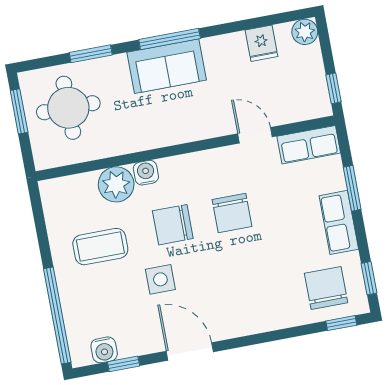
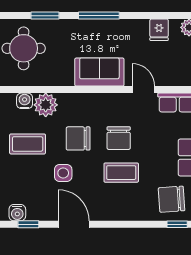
sofa: (167, 66) -> (99, 72), moved, turned 180
water cooler: (146, 173) -> (25, 101), moved
coffee table: (245, 263) -> (121, 173), added
chair: (326, 288) -> (171, 199), turned -94

